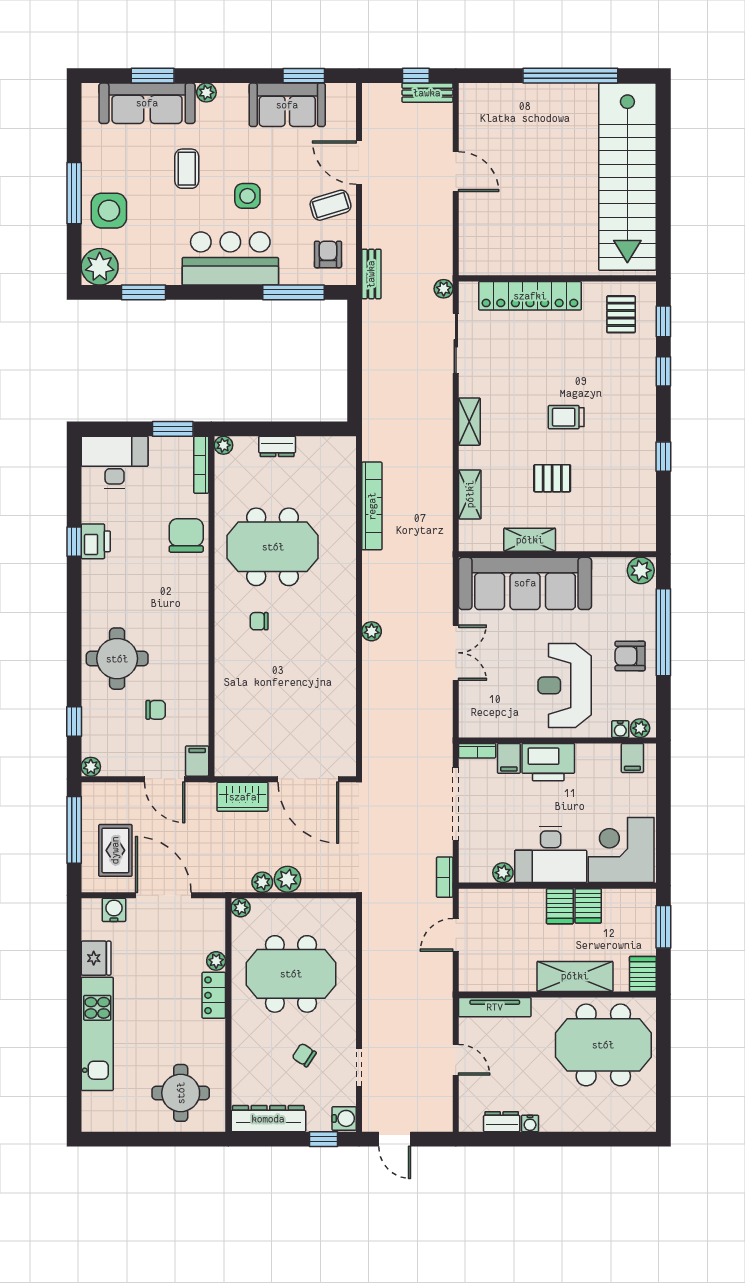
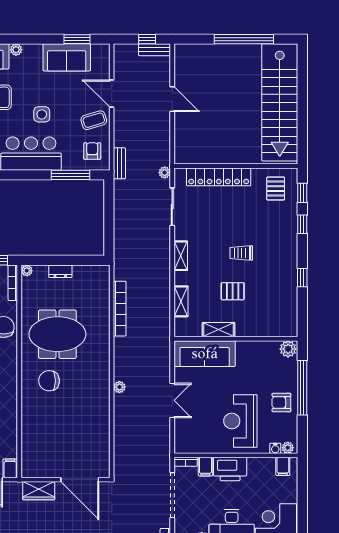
sofa: (525, 583) -> (205, 354), width x0.74, depth x0.79
chair: (259, 621) -> (49, 381), width x1.87, depth x1.87

